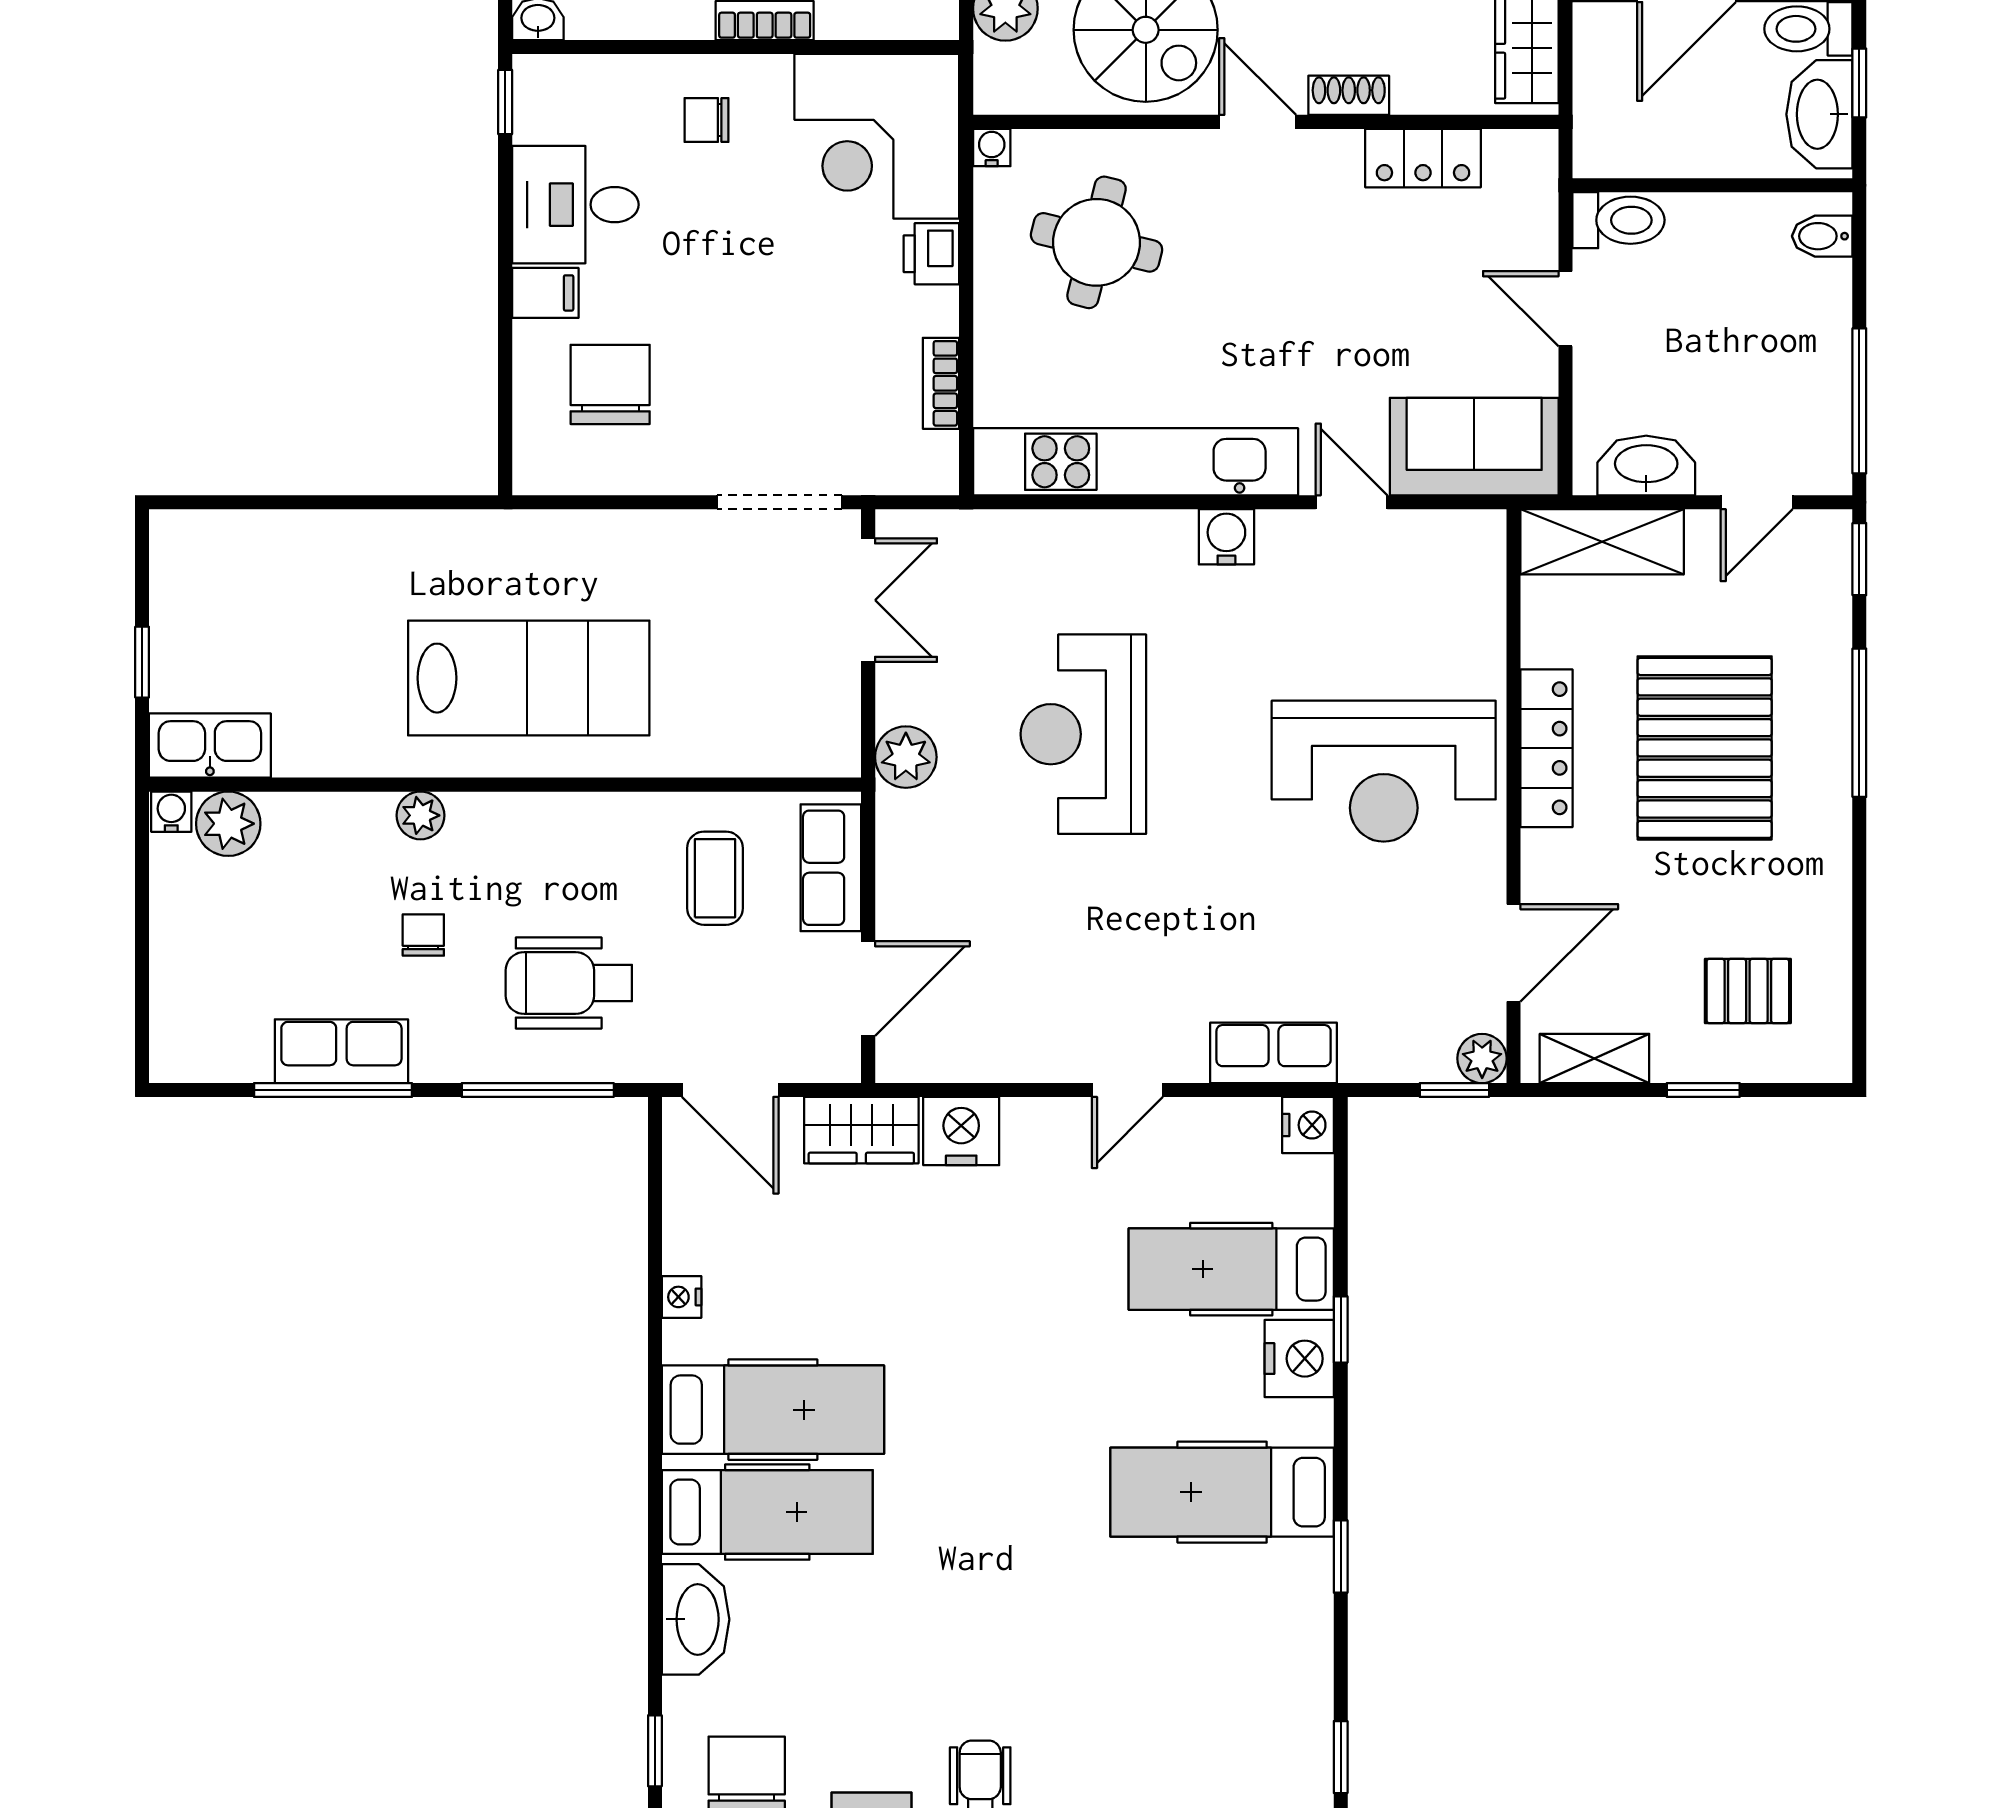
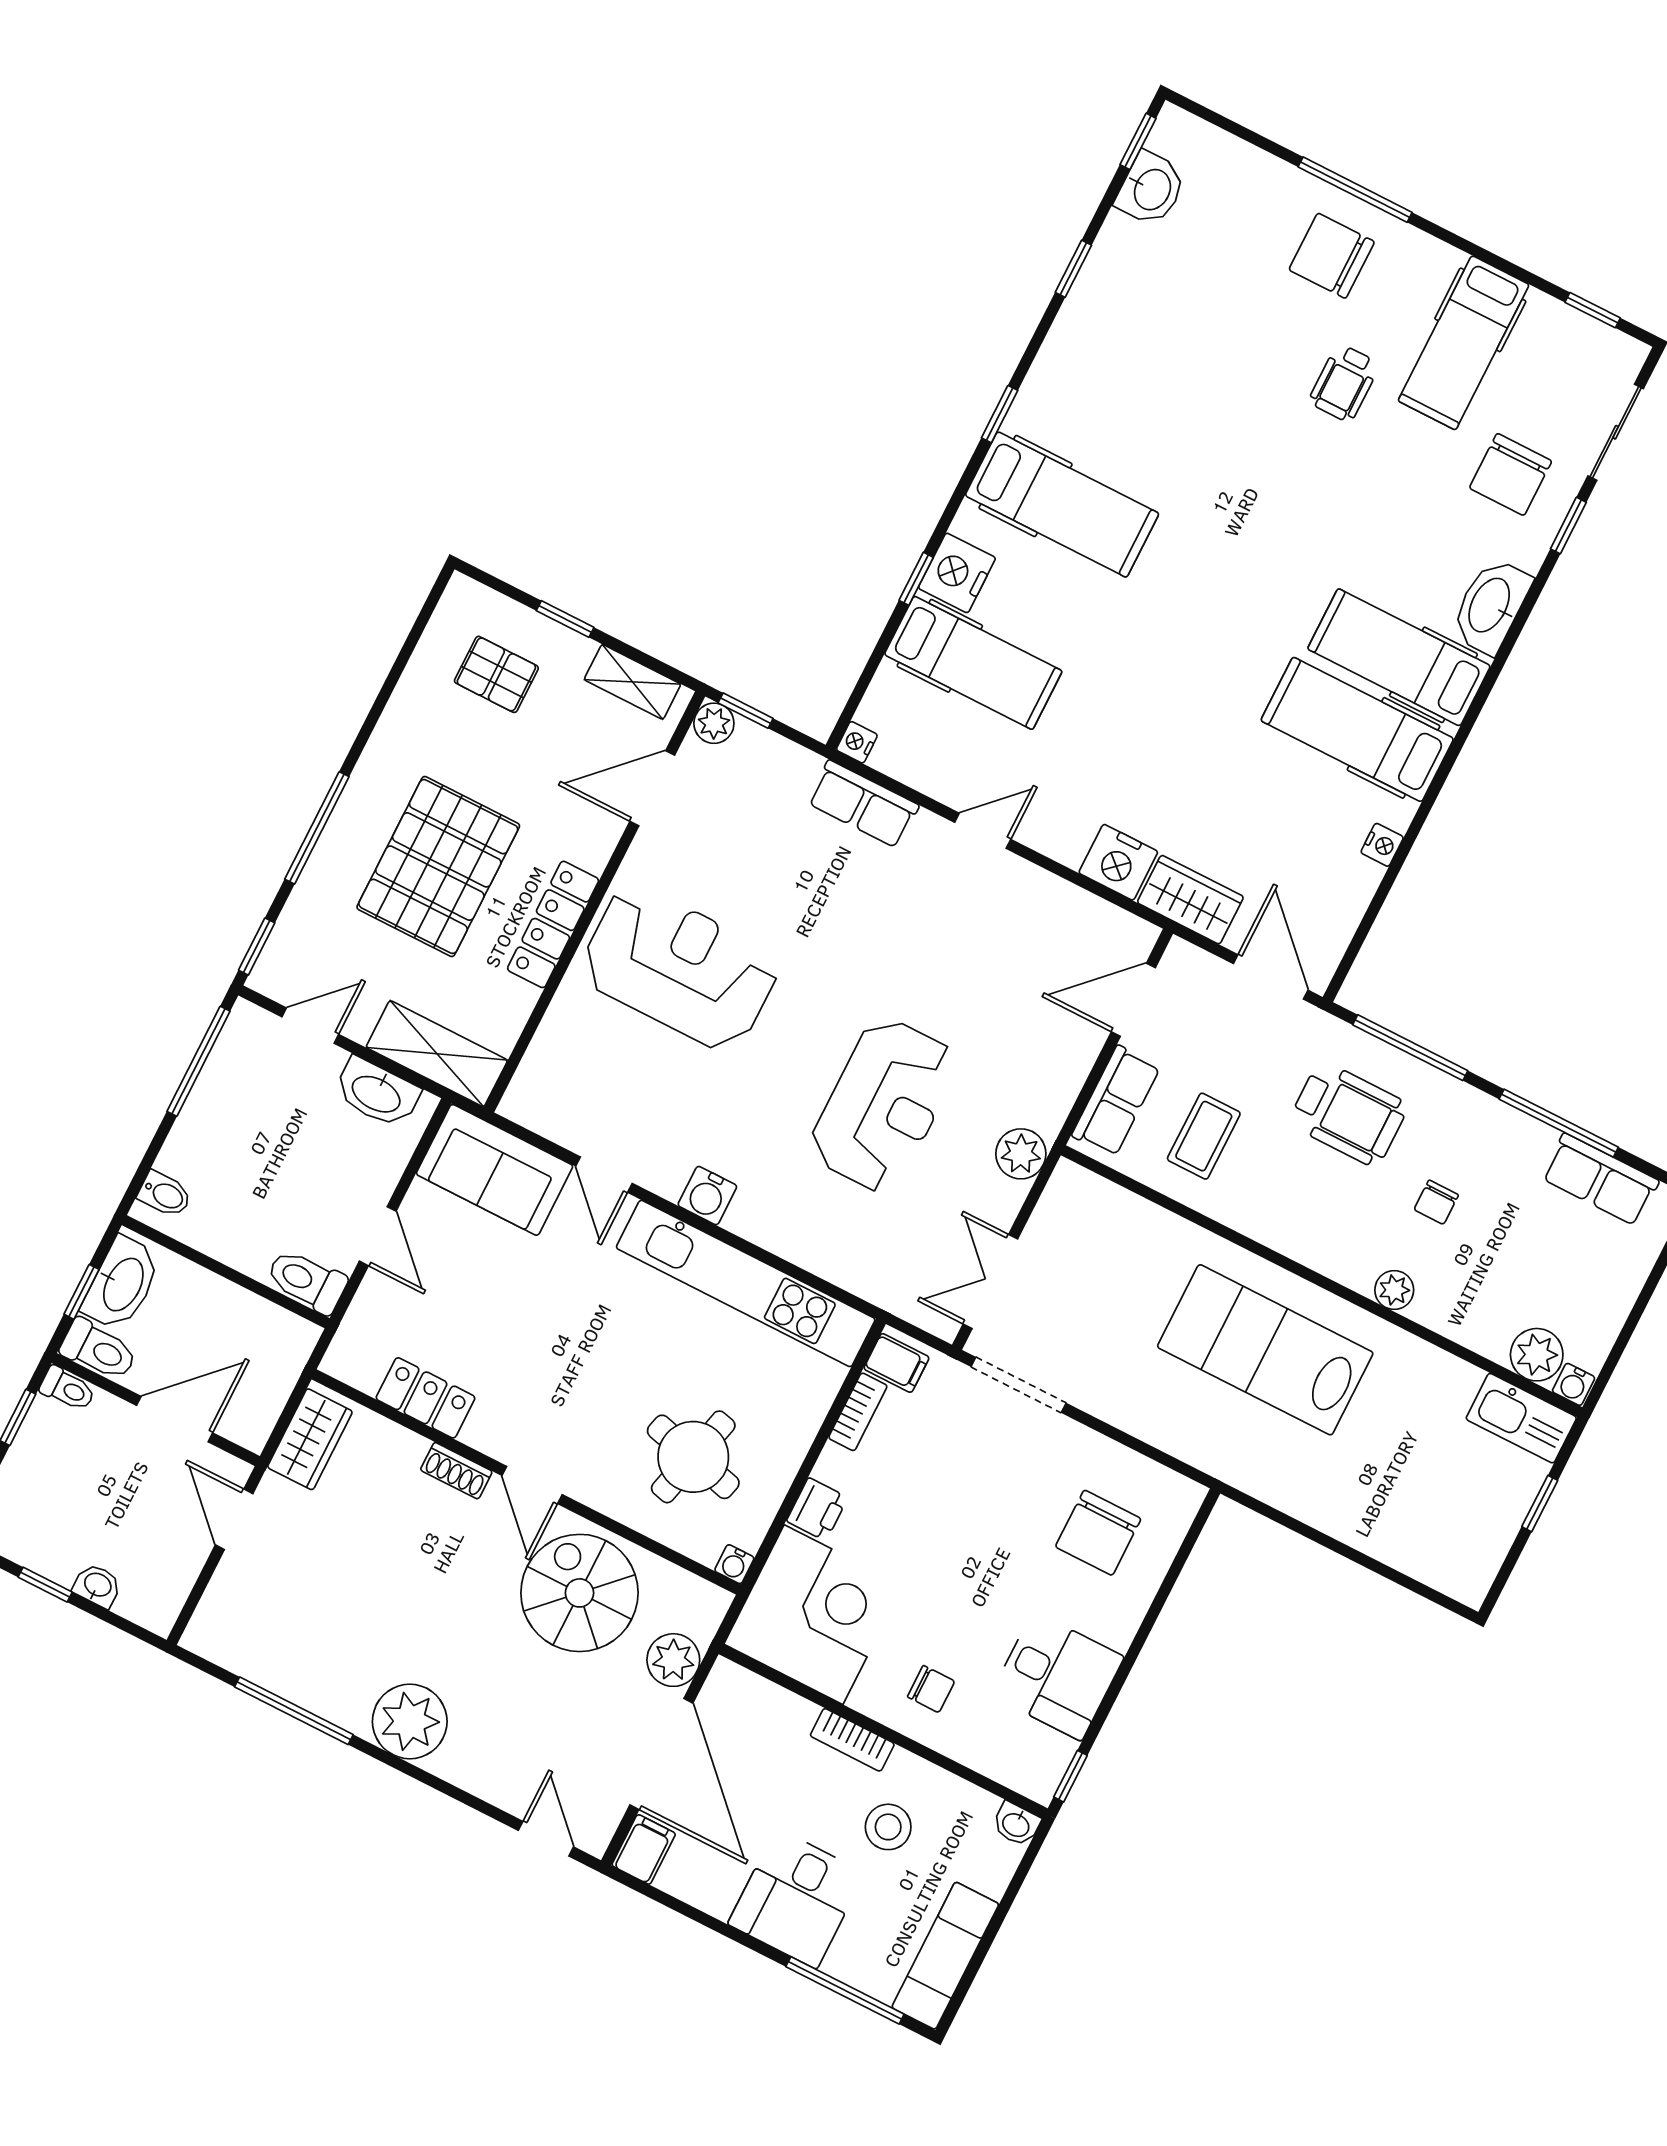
filing cabinet: (545, 293) -> (896, 1363), moved, turned 180
row of seats: (341, 1051) -> (1600, 1179), moved
nightstand: (1308, 1125) -> (857, 742), width x0.72, depth x0.74

